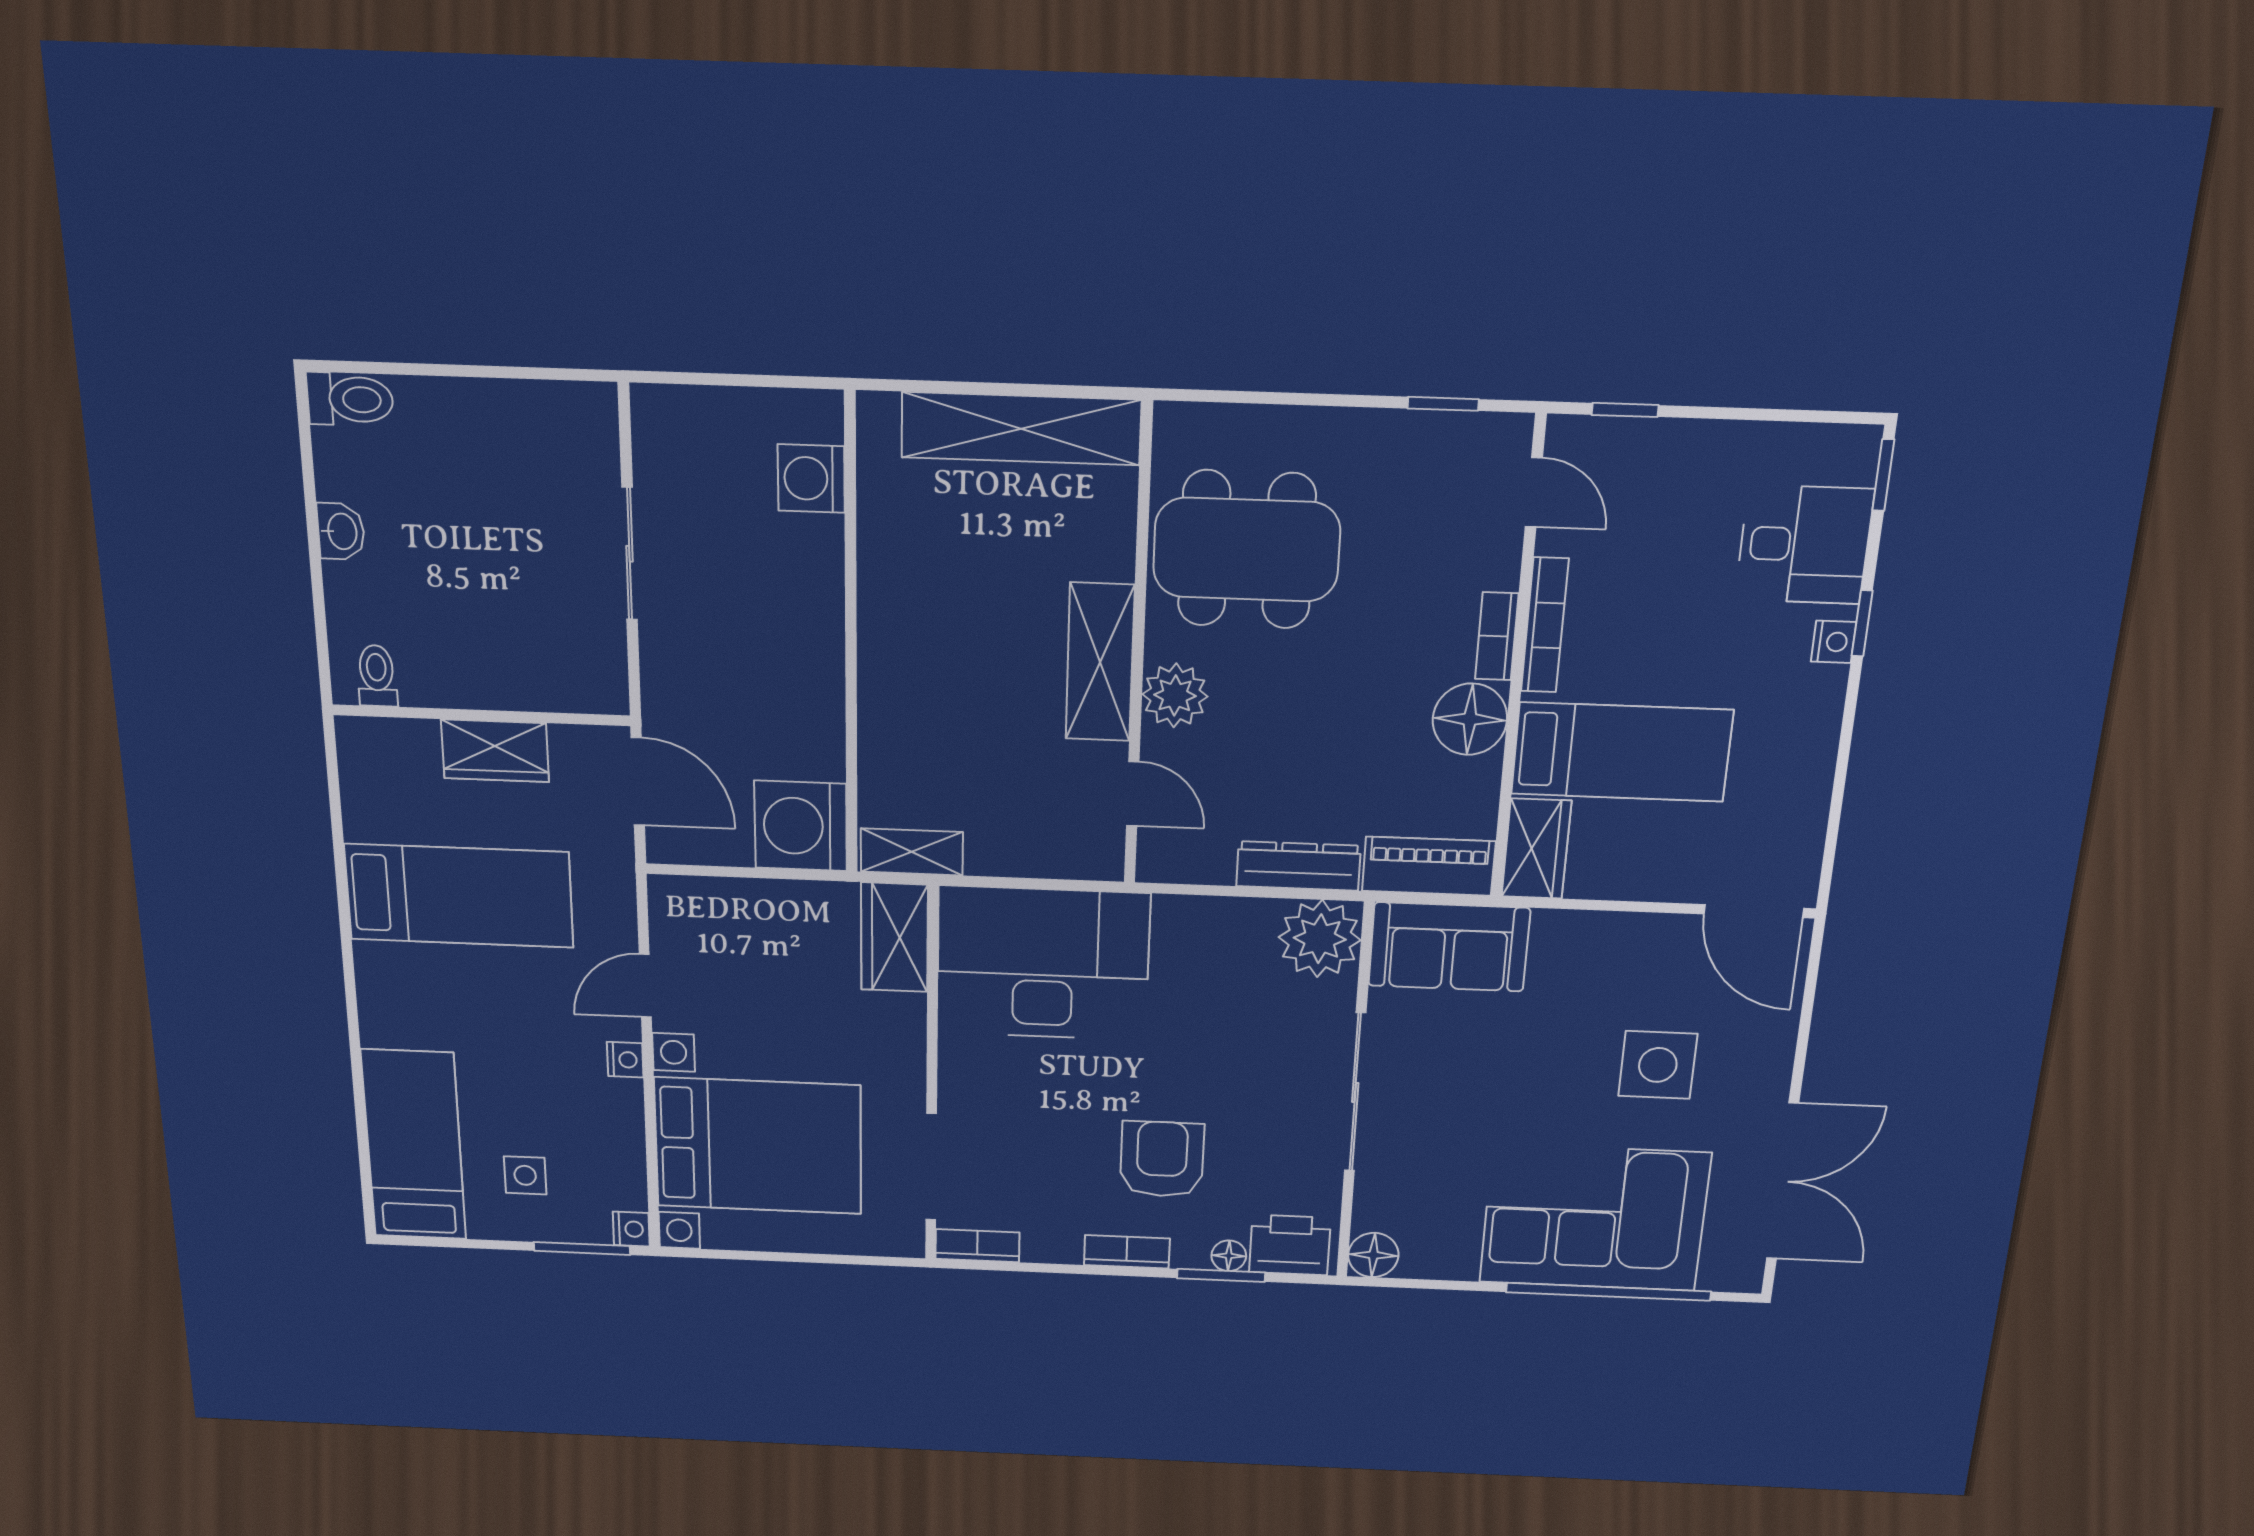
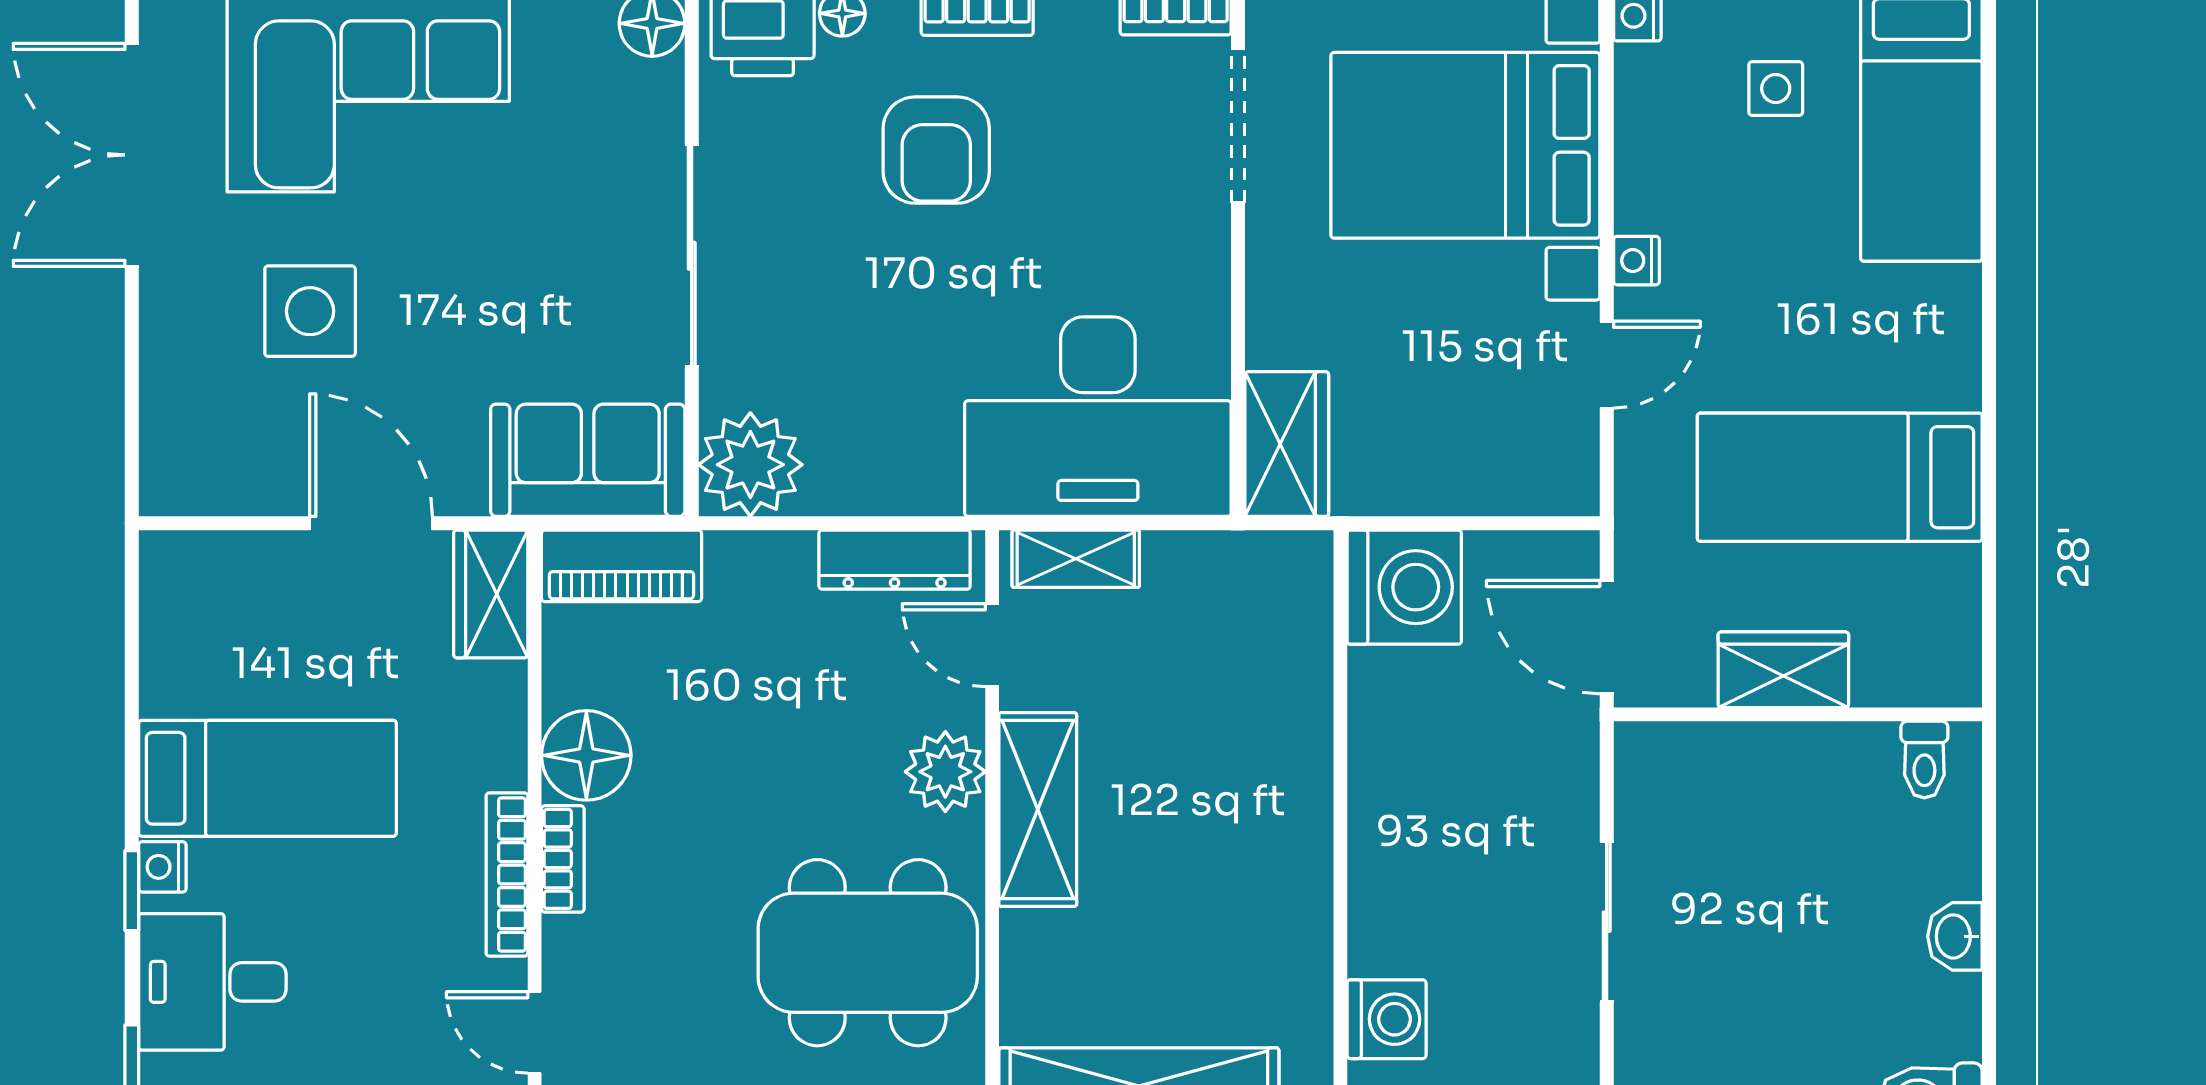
bed: (1622, 752) -> (267, 778), moved, turned 180
shelving: (912, 852) -> (1076, 559), moved
dresser: (1298, 866) -> (895, 560), moved
door: (1754, 911) -> (371, 523), moved

